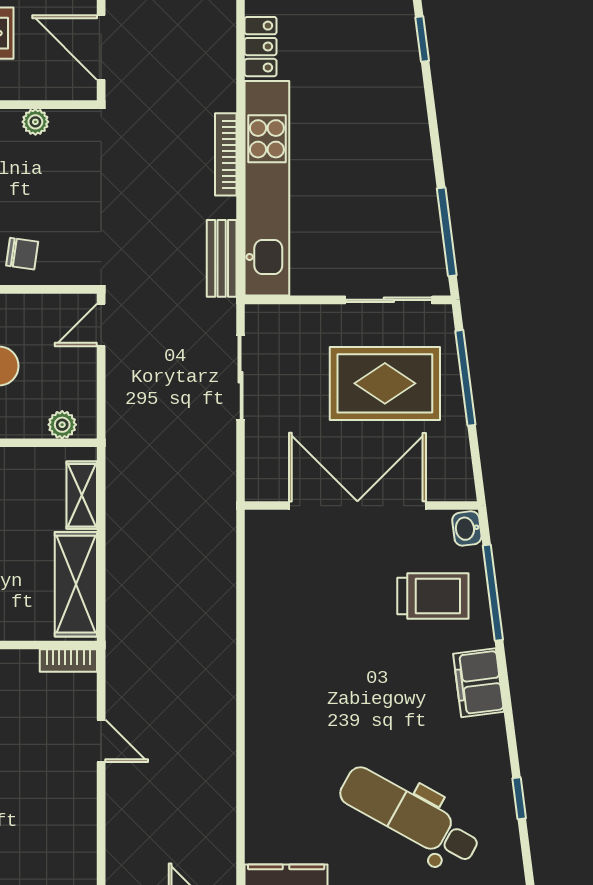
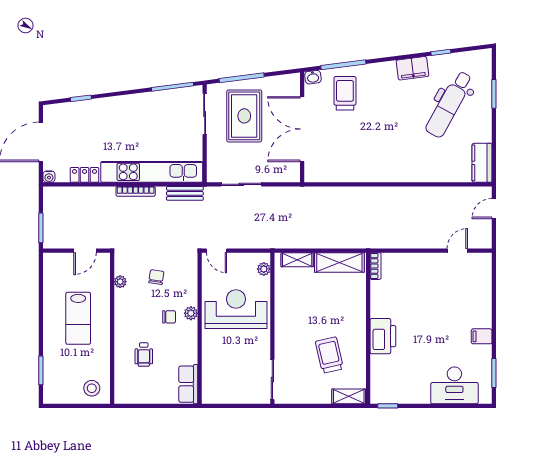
door: (101, 47) -> (85, 251), width x0.73
chair: (22, 254) -> (156, 277), moved
filing cabinet: (479, 683) -> (412, 68), moved
door: (101, 741) -> (457, 251), moved

